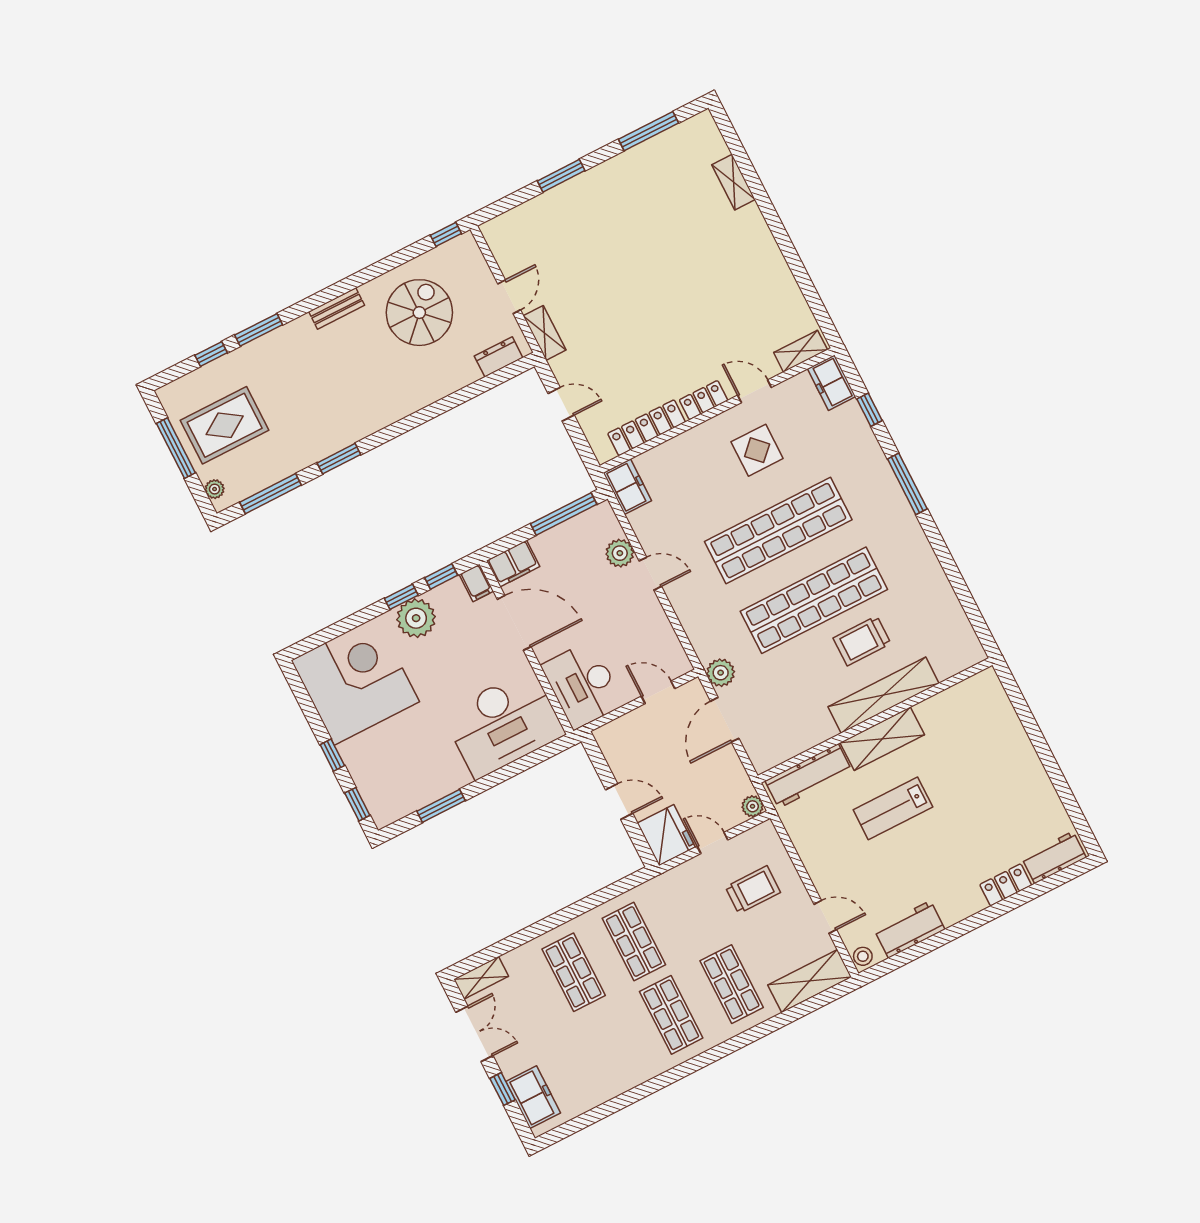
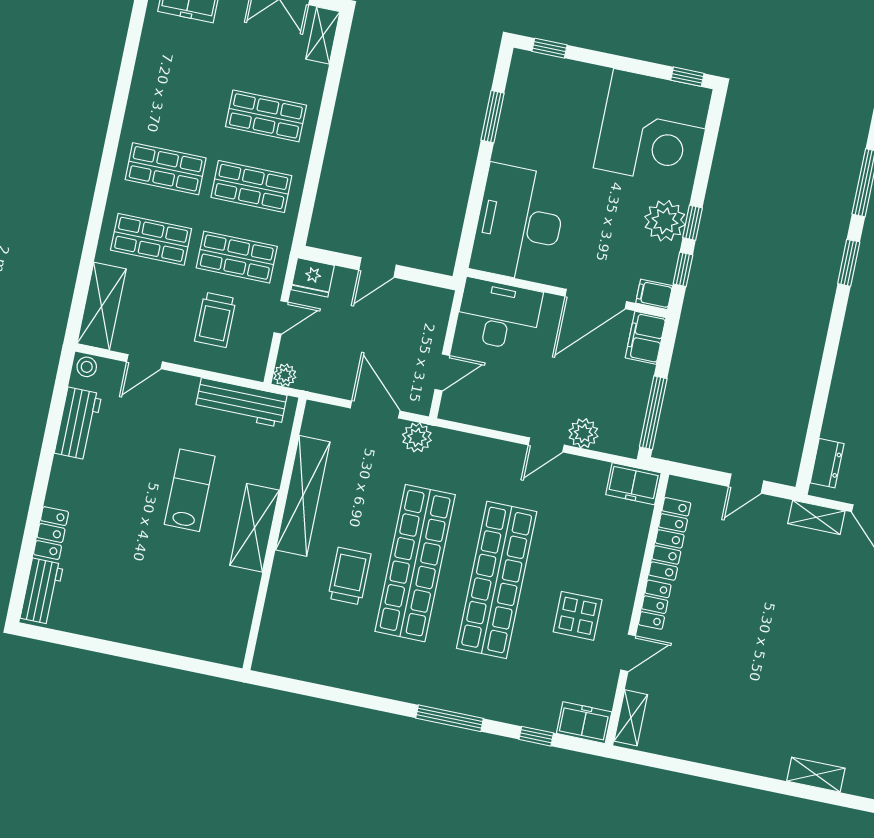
shelving: (884, 695) -> (303, 496), moved
window: (332, 755) -> (687, 77), moved
workbench: (809, 776) -> (241, 403), moved, turned -90
fridge: (666, 835) -> (313, 277), width x0.73, depth x0.75
shop shelf: (694, 911) -> (237, 257), added

